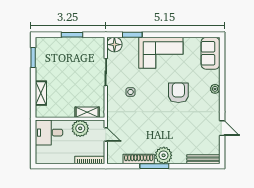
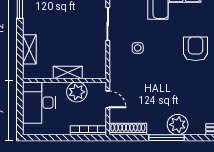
shelving: (87, 112) -> (68, 73), moved
desk: (49, 133) -> (39, 103), width x1.37
shoe rack: (139, 159) -> (128, 129), moved

